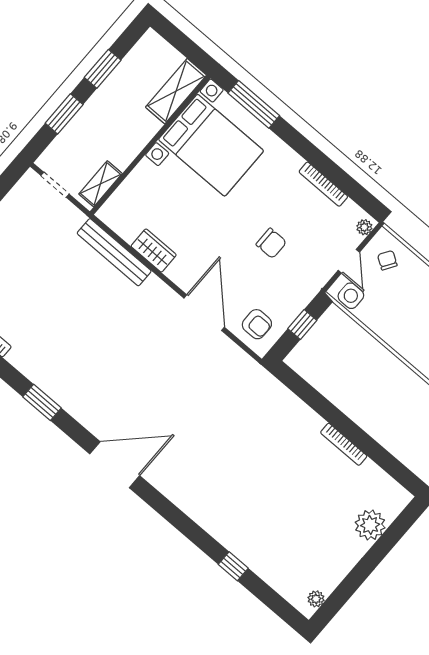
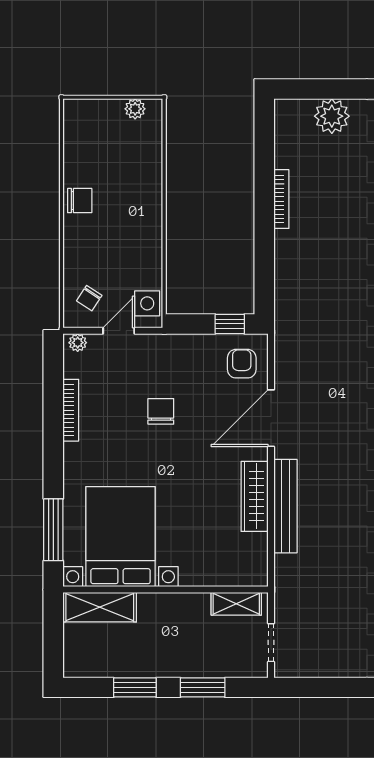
wardrobe: (154, 250) -> (255, 496), width x1.50
bench: (114, 252) -> (285, 506), moved
window: (302, 325) -> (230, 324), moved

